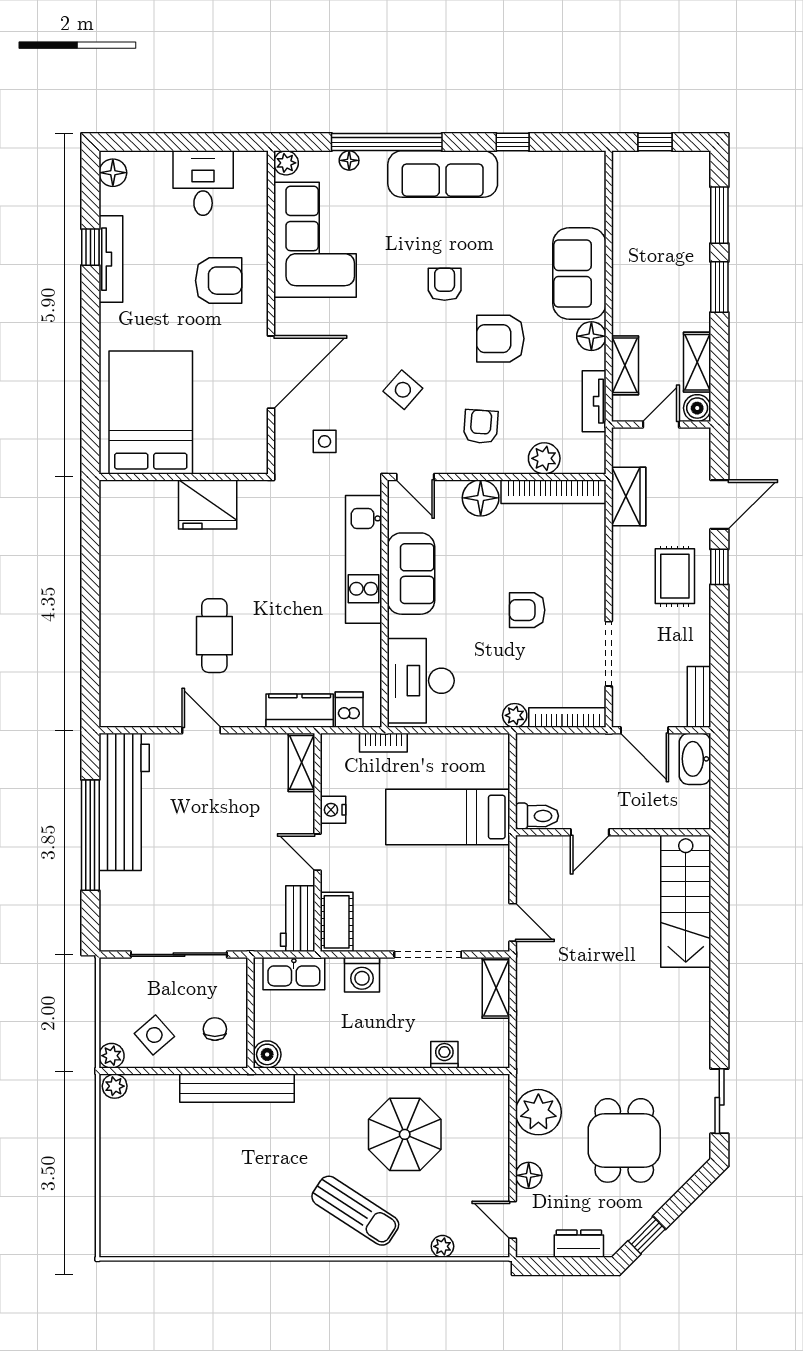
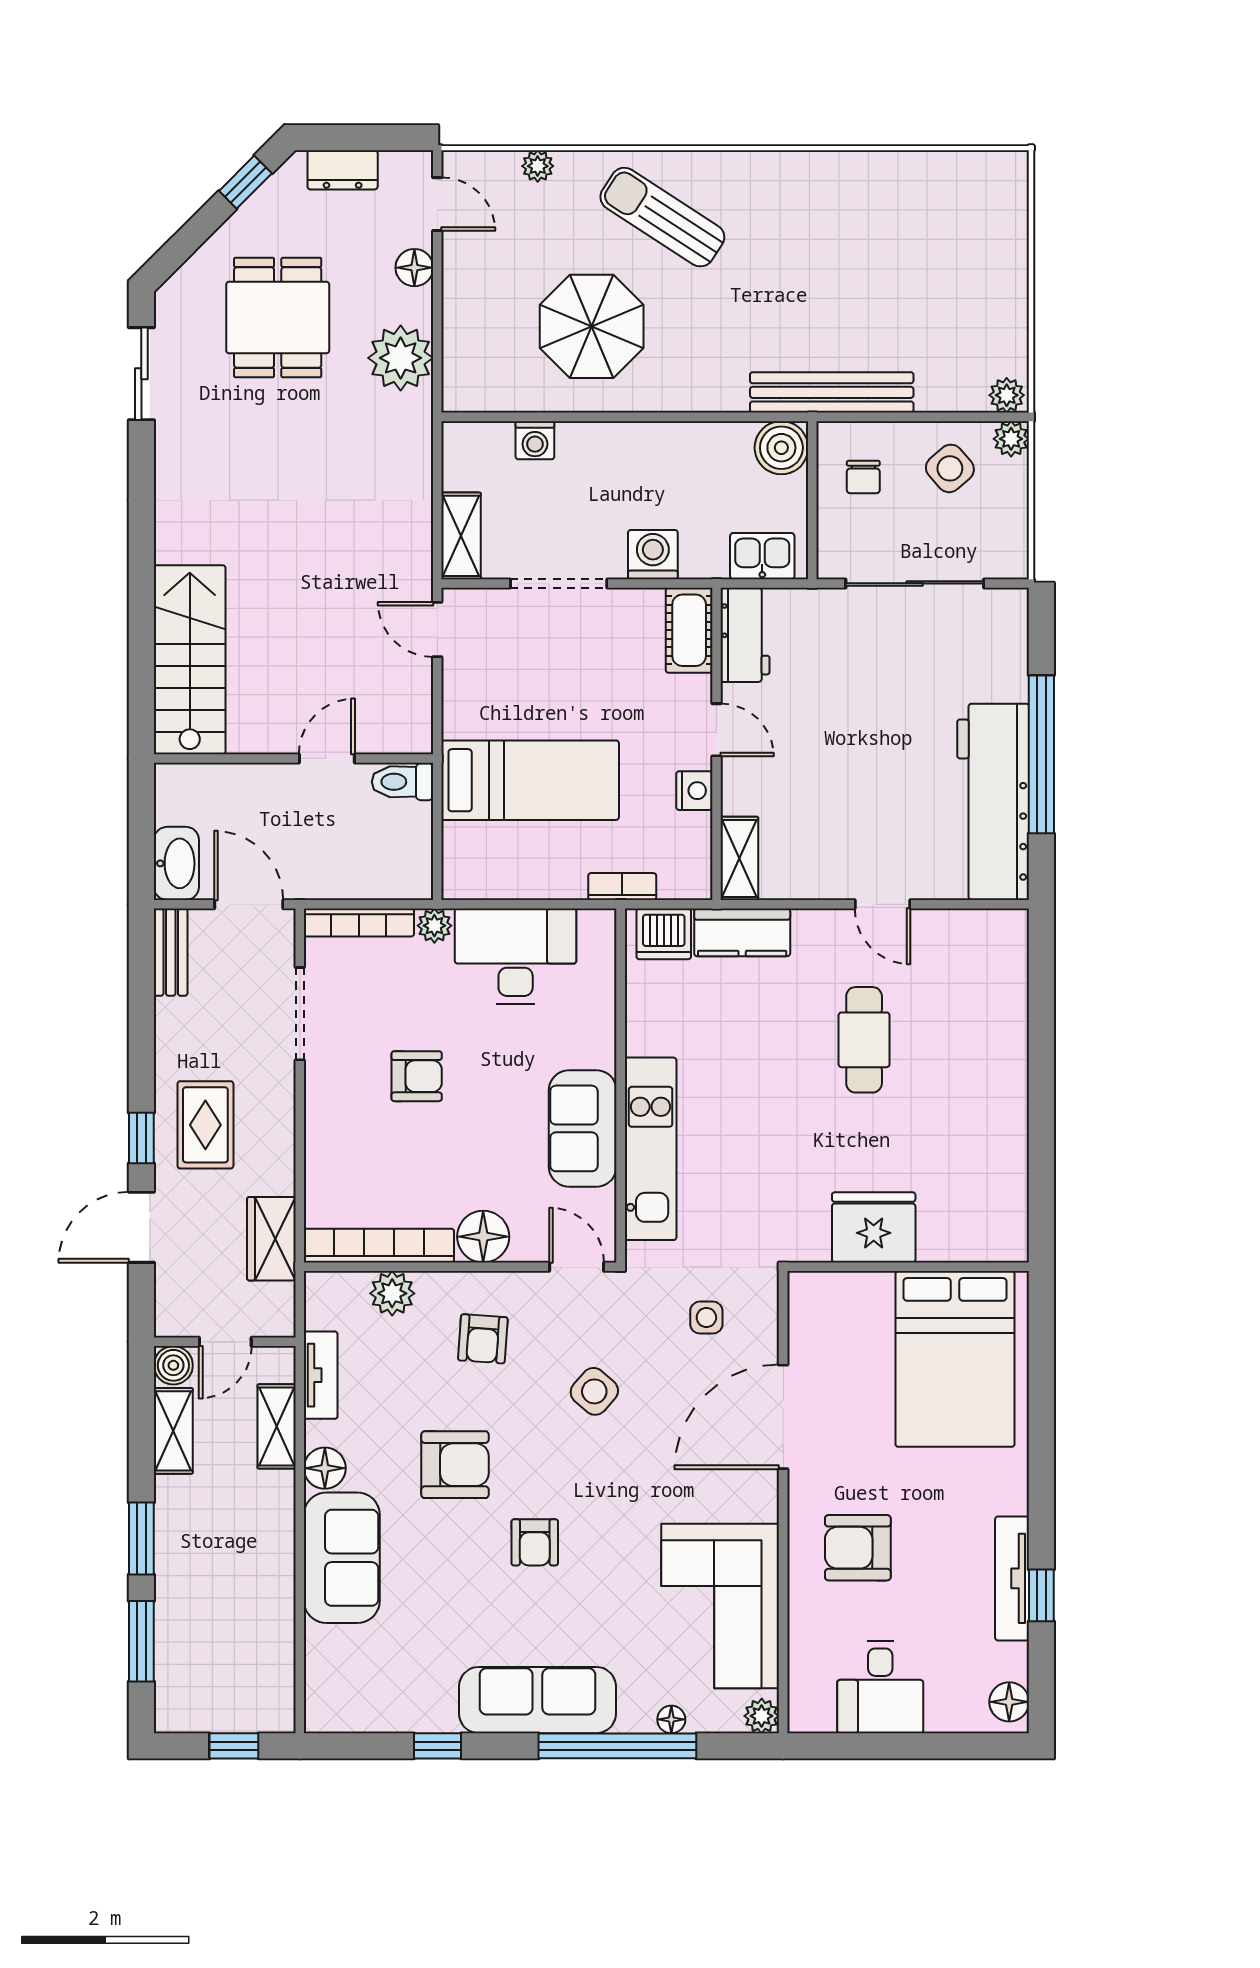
desk: (421, 681) -> (516, 956), moved, turned -90
dishwasher: (349, 710) -> (664, 934), width x1.38
kitchen sink: (294, 974) -> (762, 556), width x0.73
boiler: (267, 1054) -> (781, 448), width x1.36, depth x1.36

